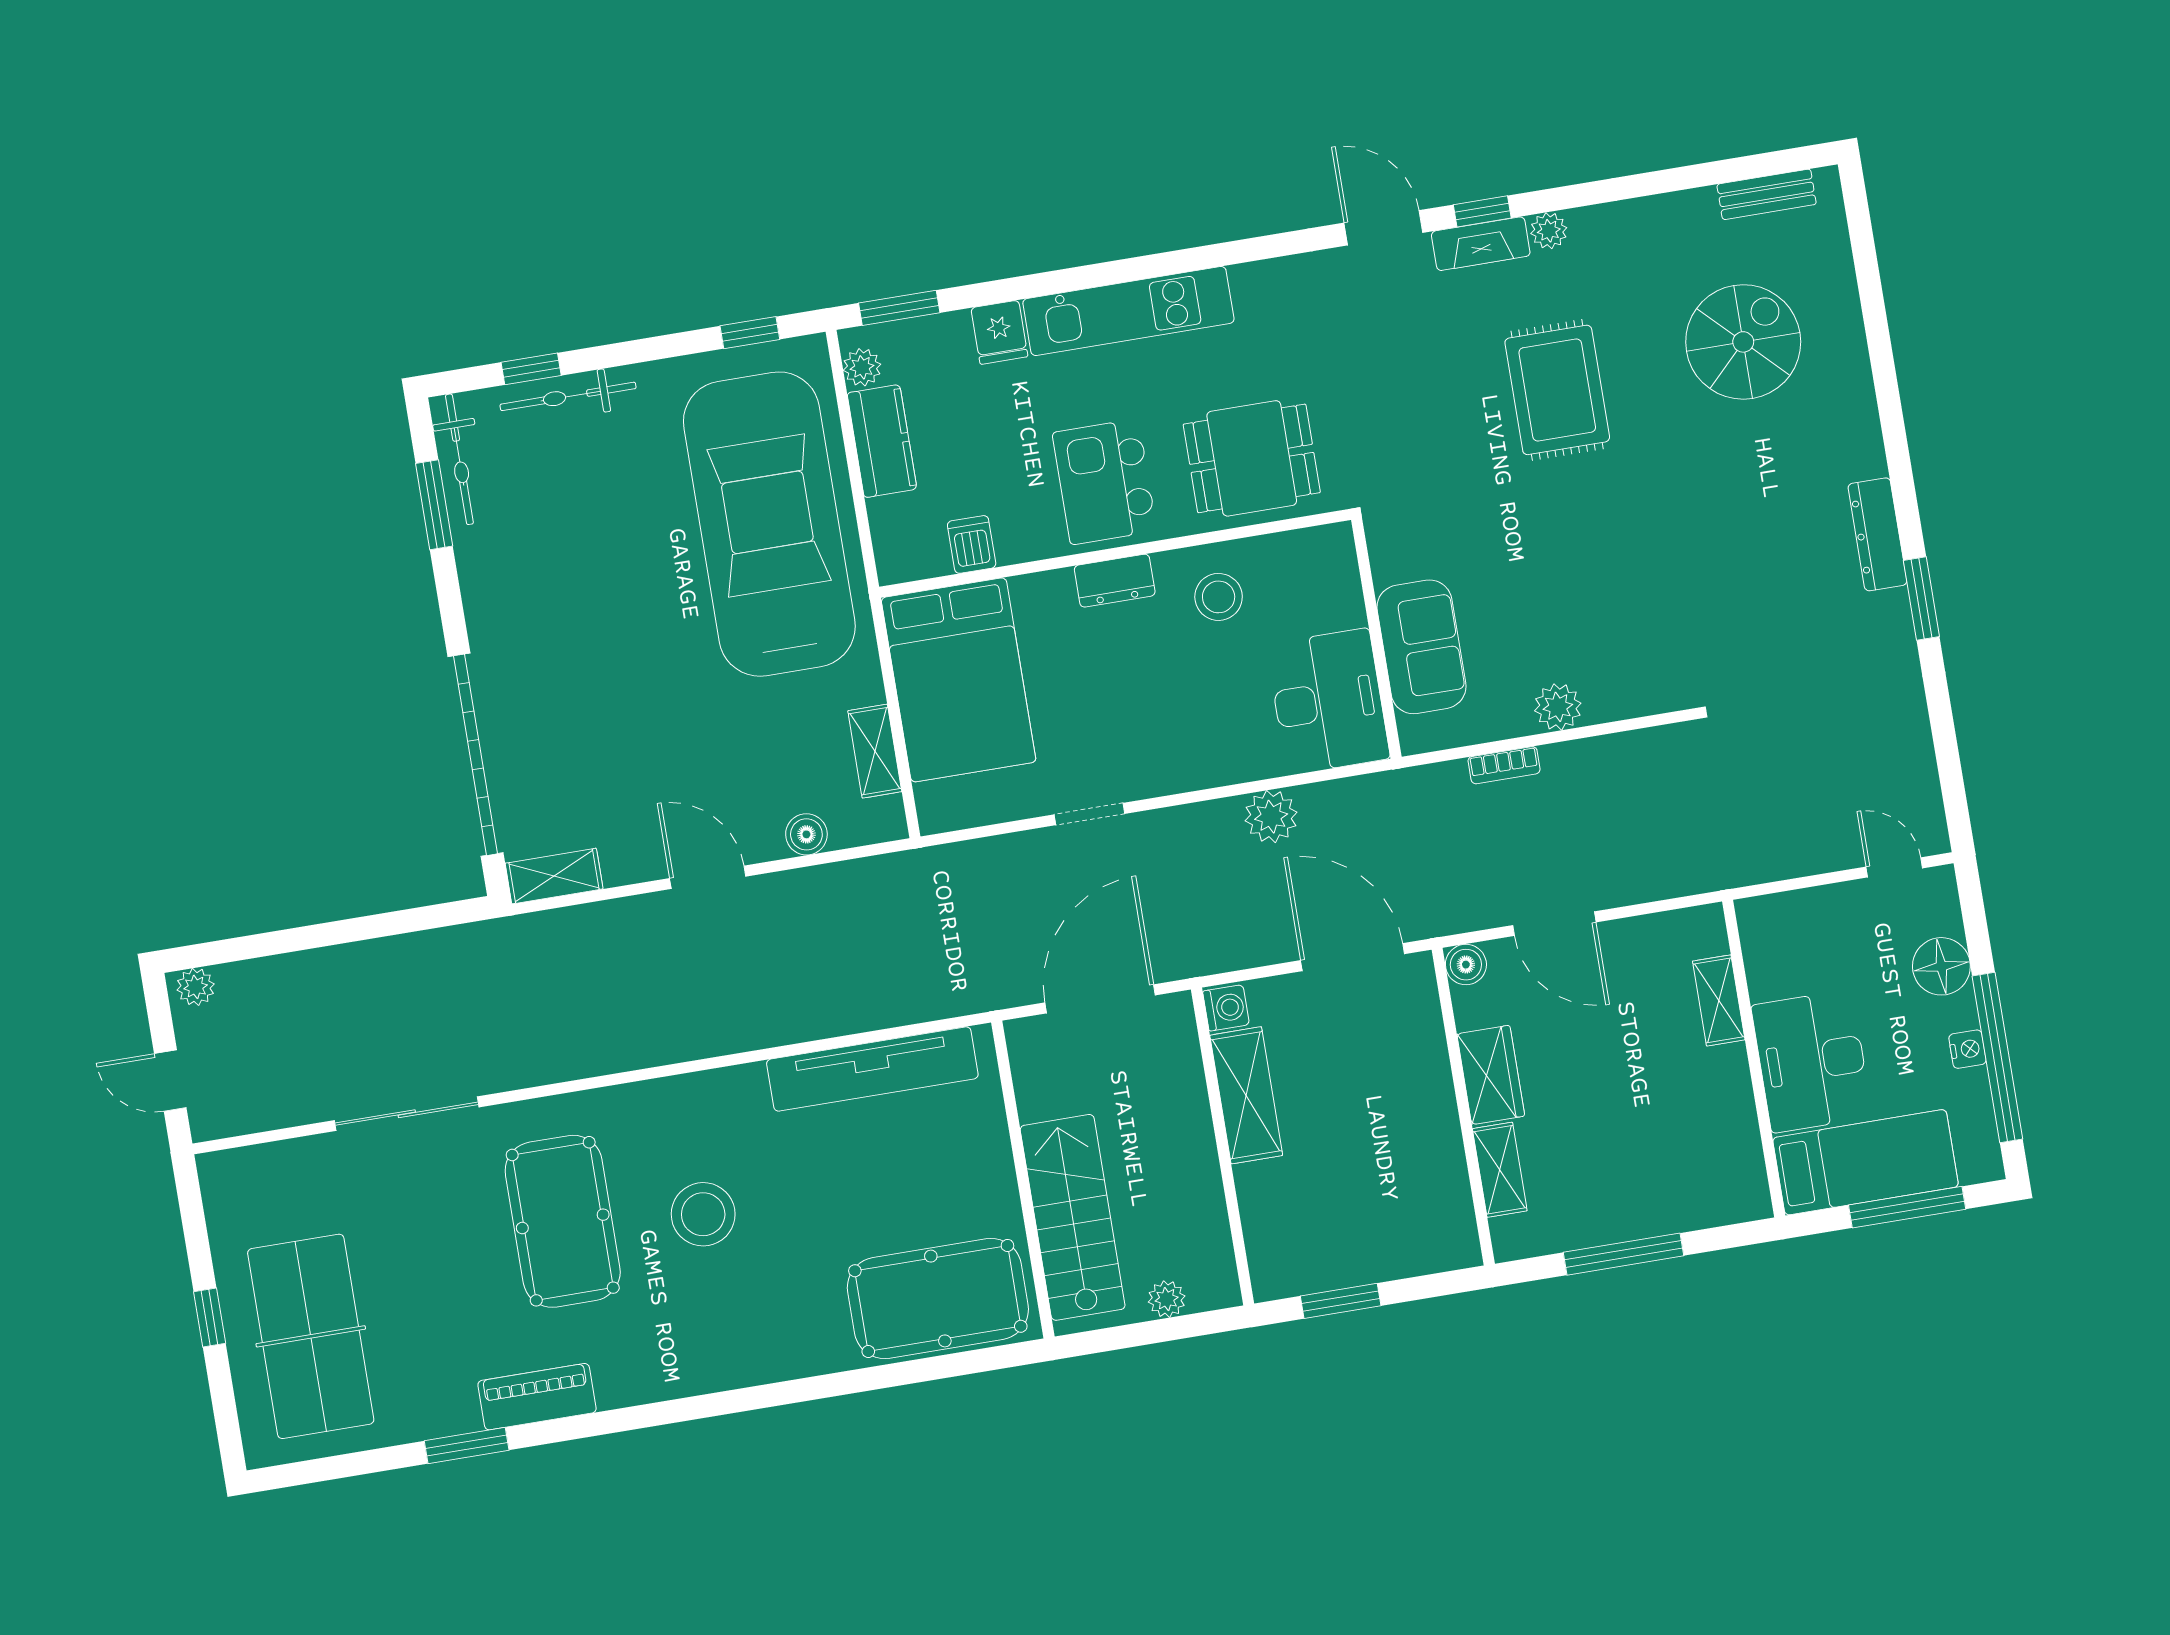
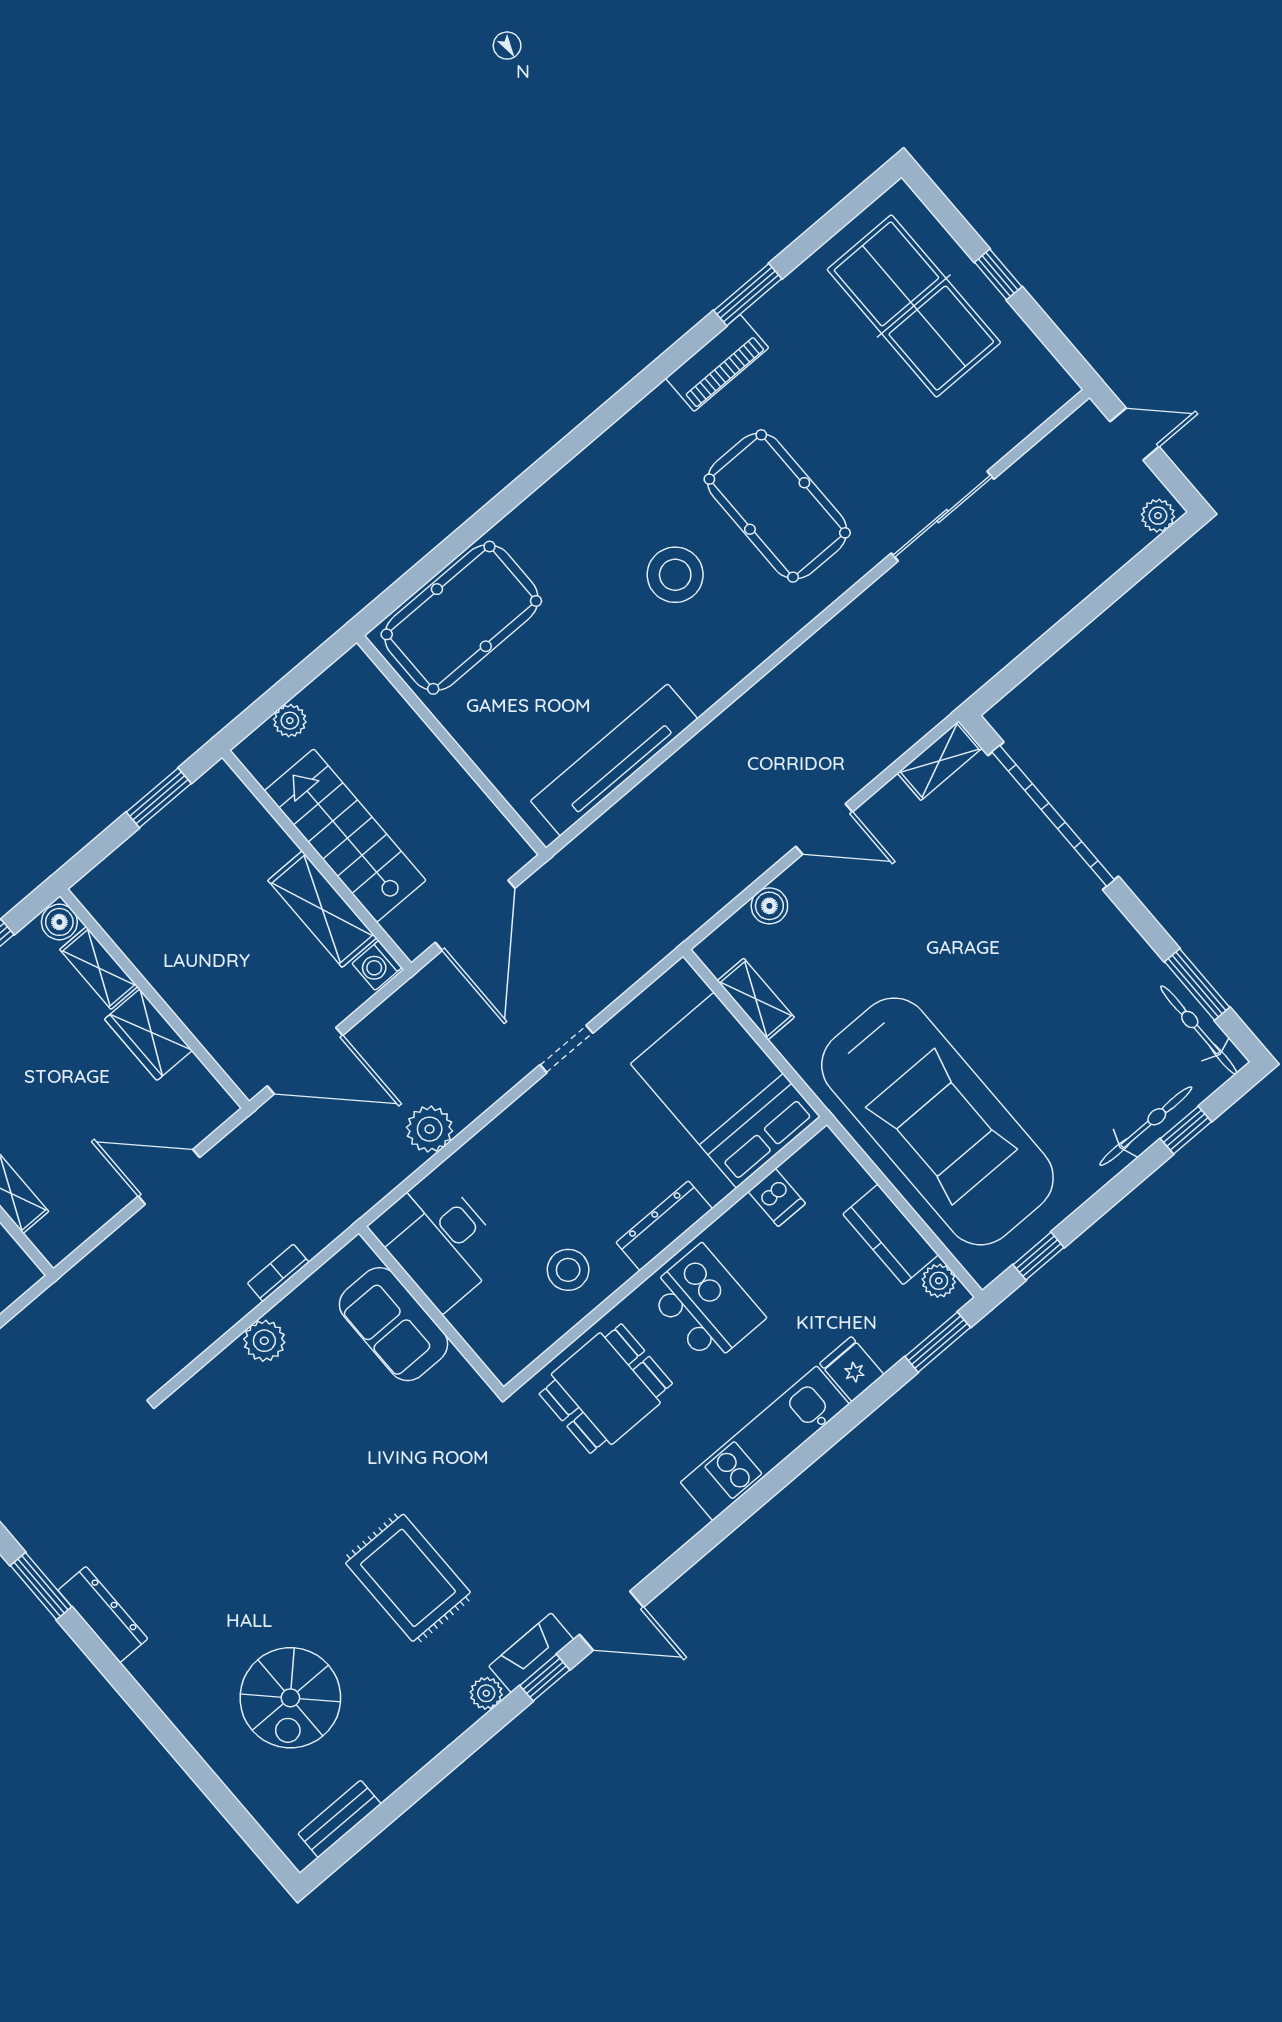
dresser: (1115, 581) -> (664, 1226), width x1.44
boiler: (1466, 965) -> (59, 922), moved
stairs: (1073, 1217) -> (345, 836), moved, turned 180

